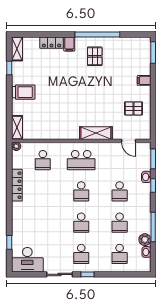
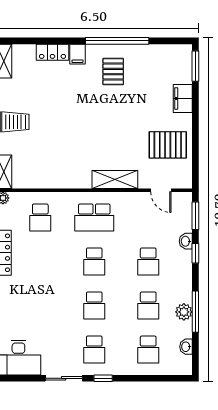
filing cabinet: (144, 80) -> (183, 98), width x2.00
pallet: (133, 108) -> (168, 145), width x1.50, depth x1.42
plant: (145, 240) -> (184, 312), moved

